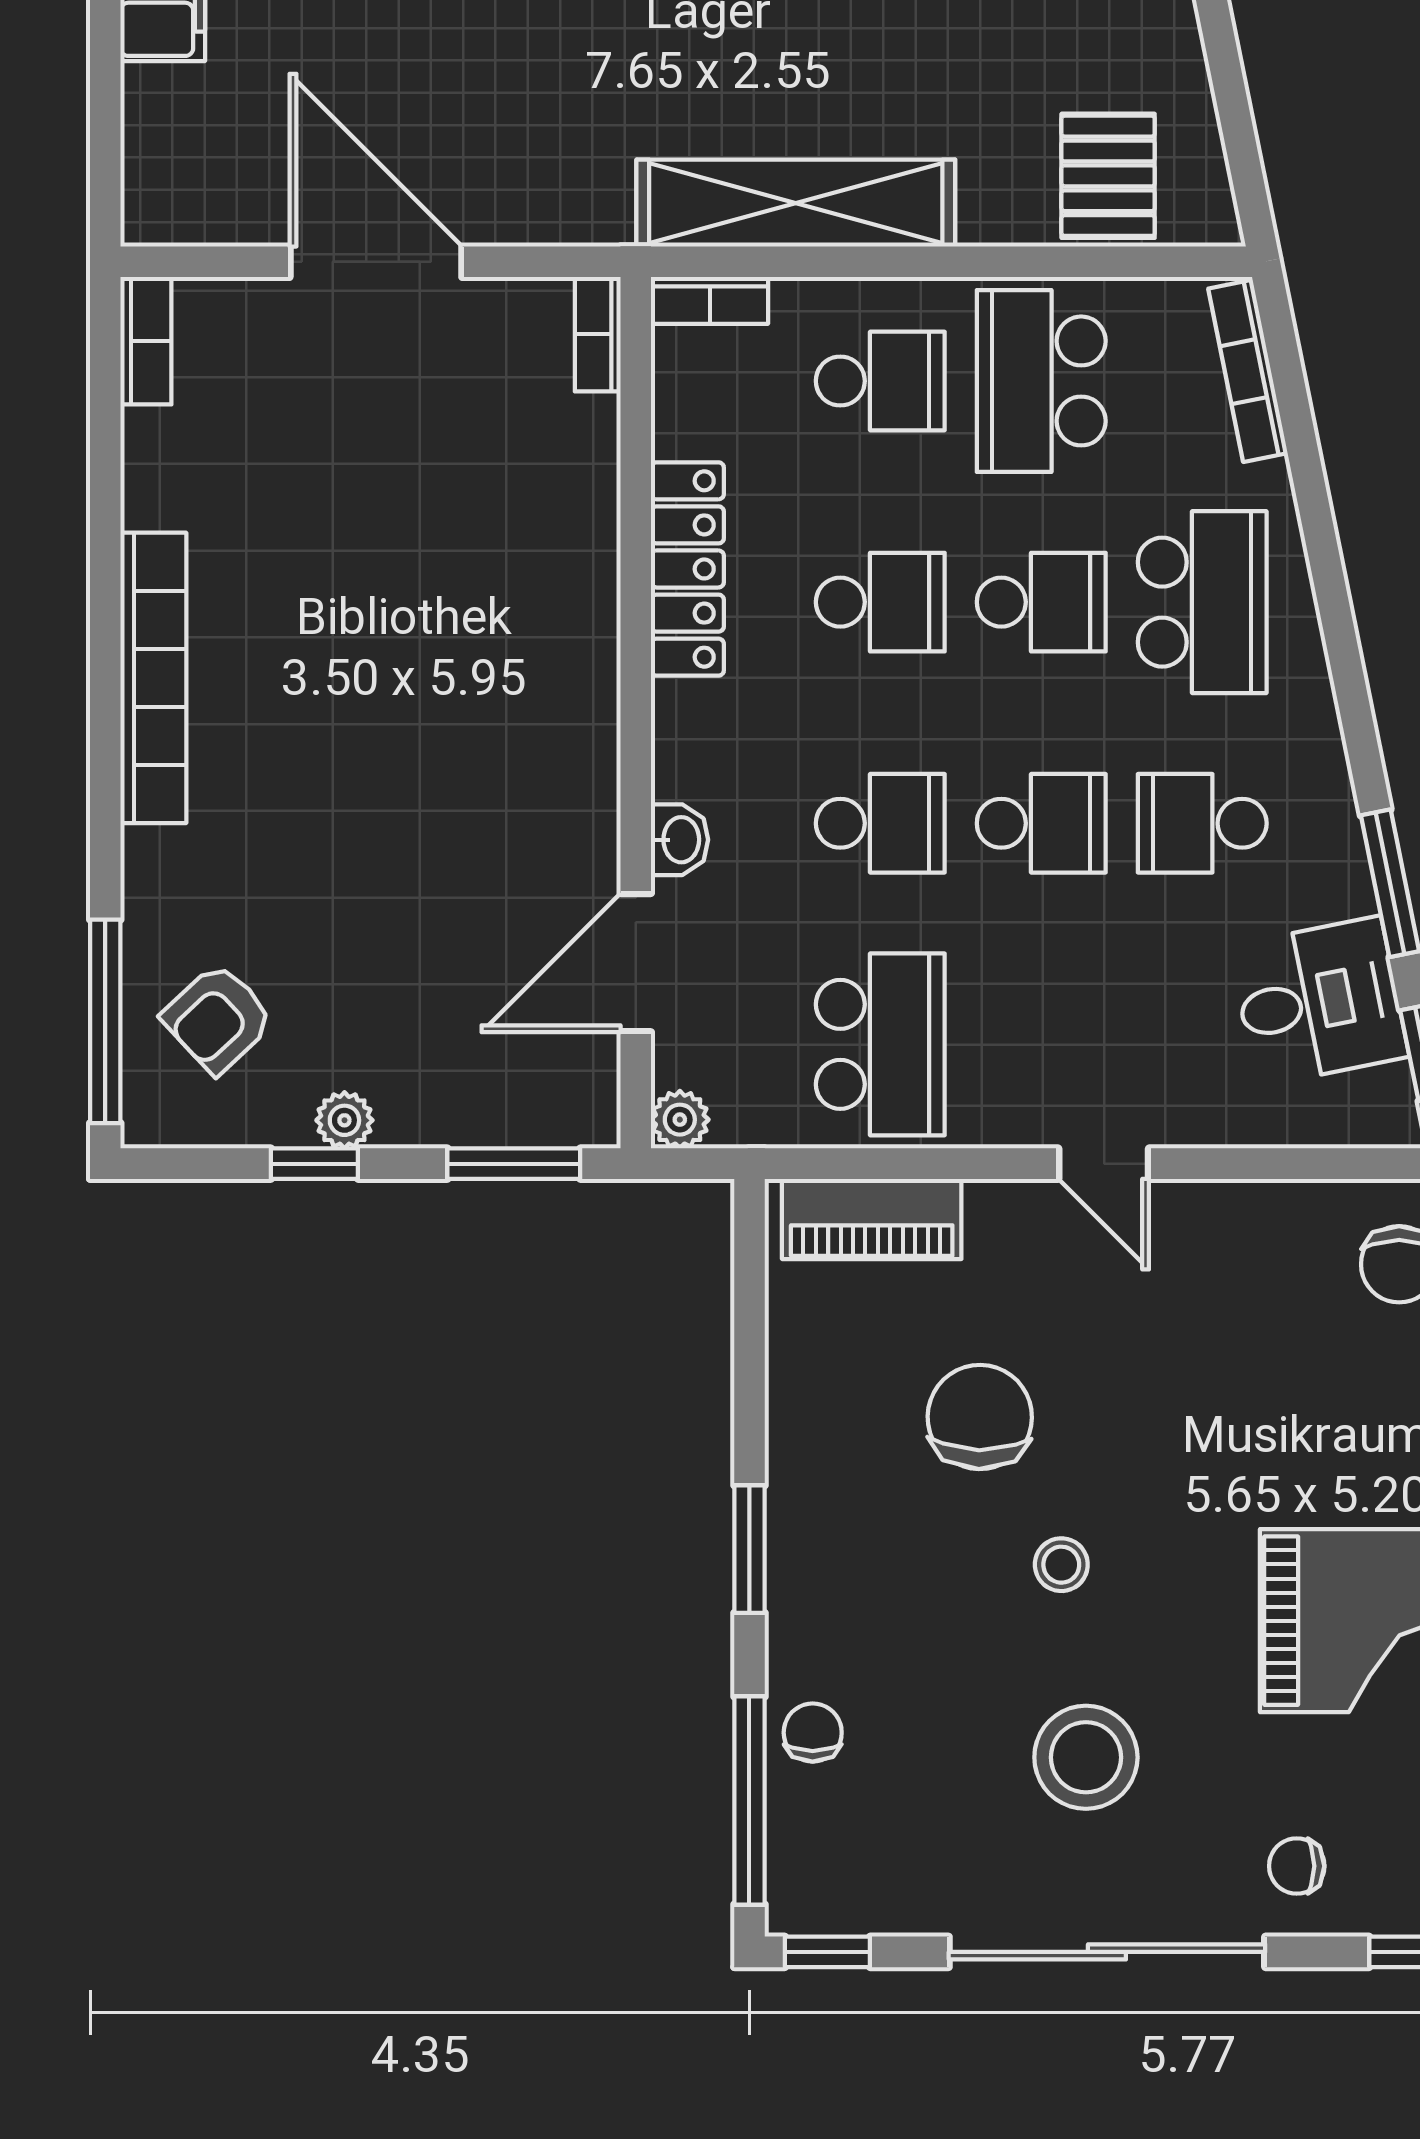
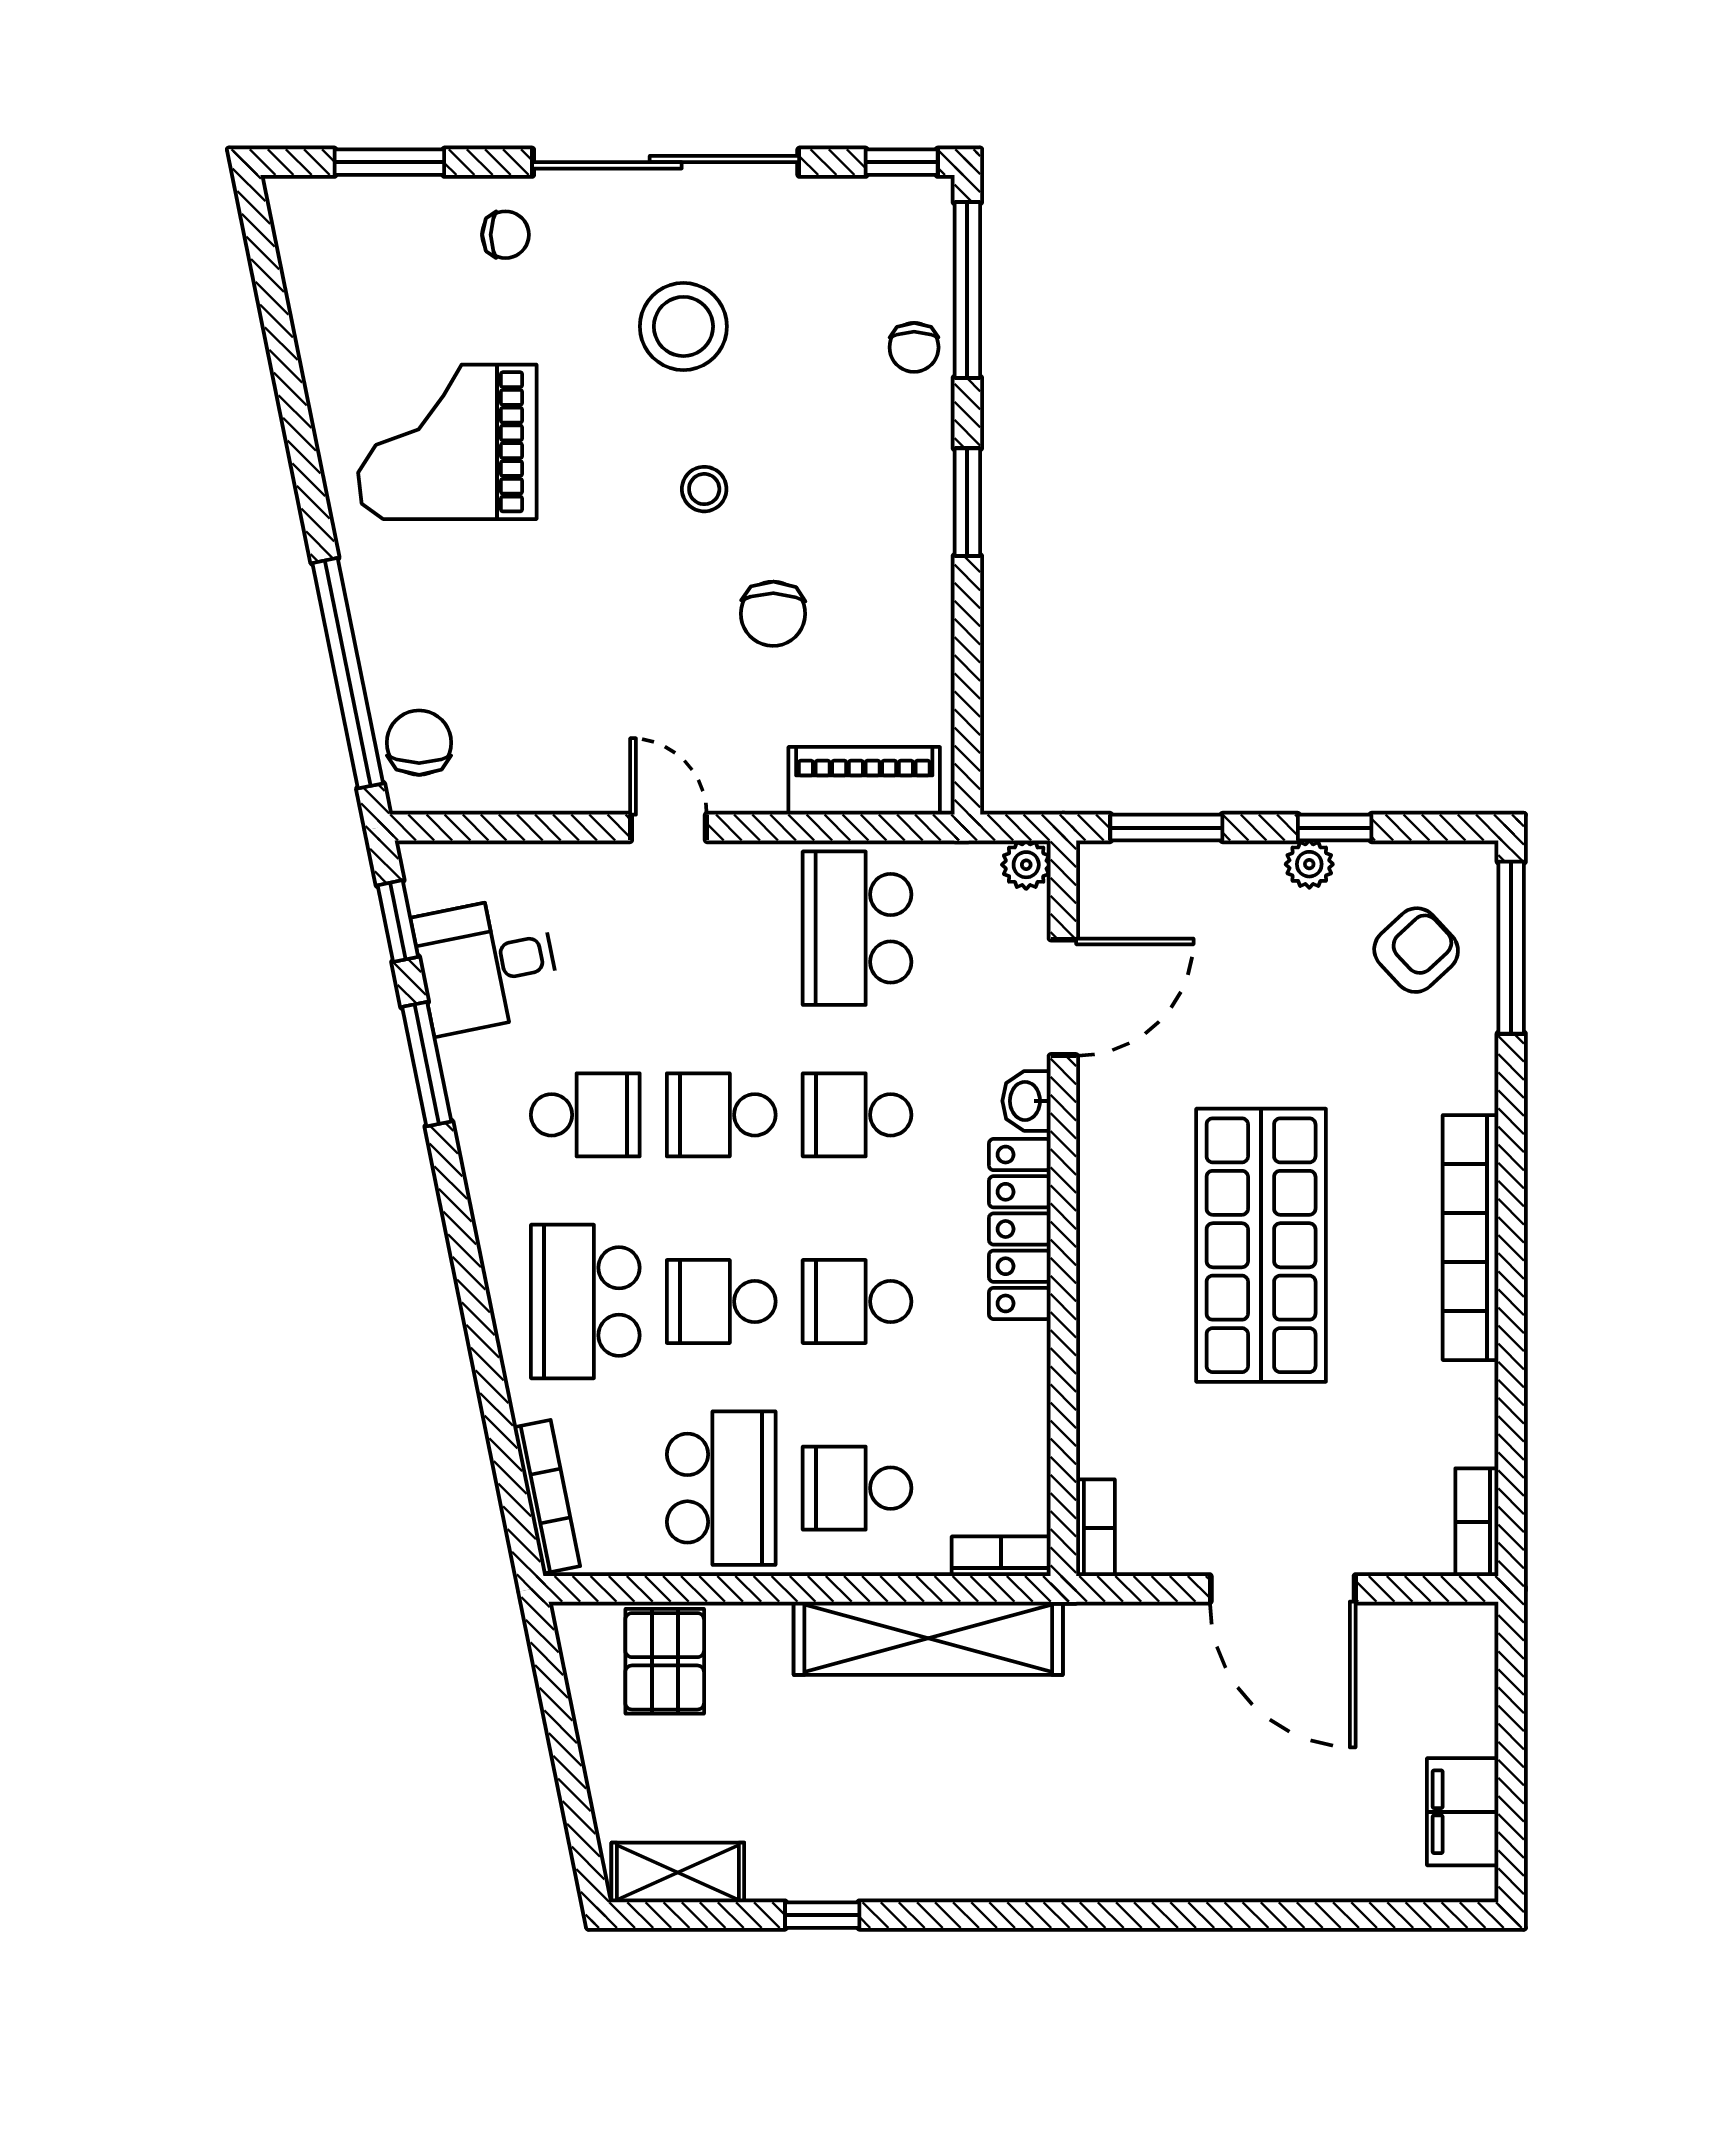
locker: (687, 569) -> (1020, 1229), moved
shop shelf: (402, 669) -> (1261, 1245), added
chair: (980, 1417) -> (773, 614), width x0.73, depth x0.73

